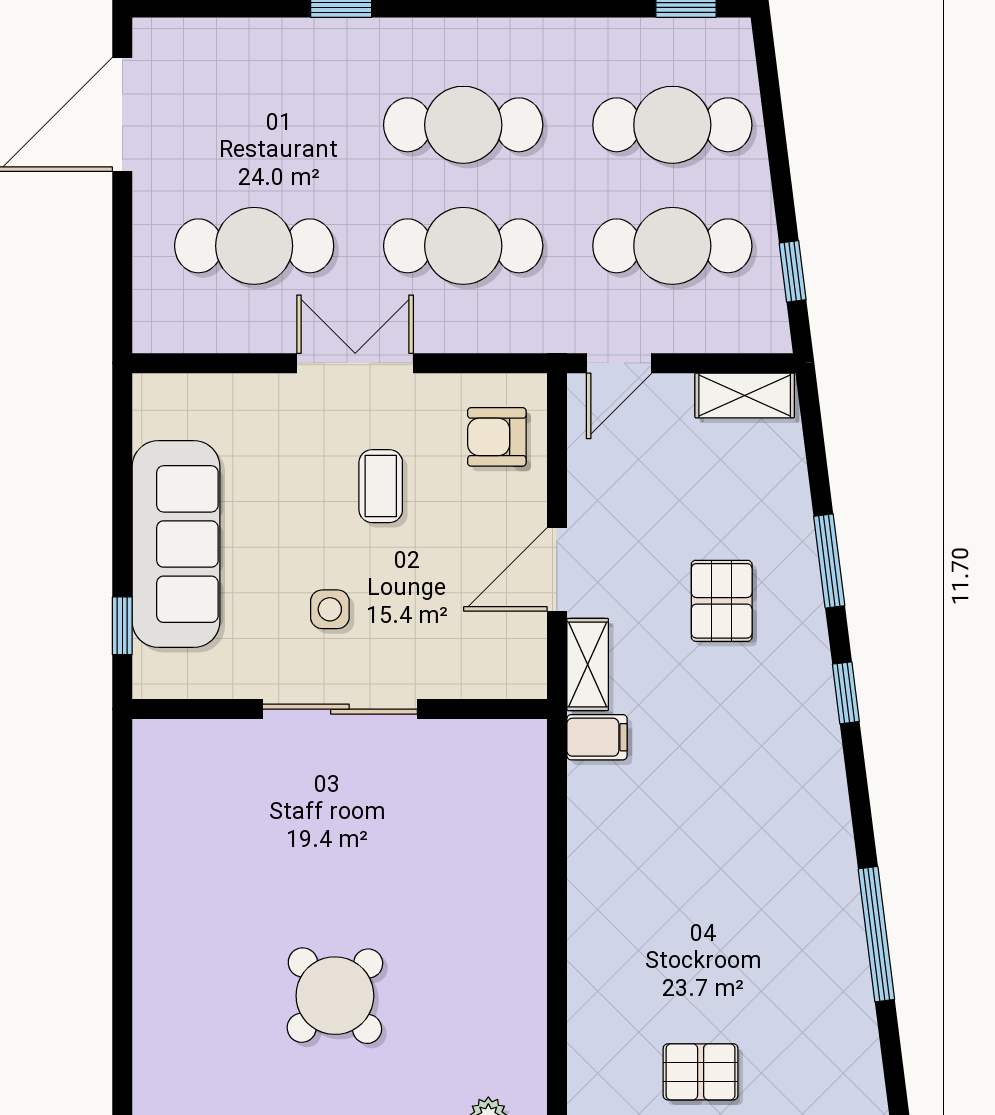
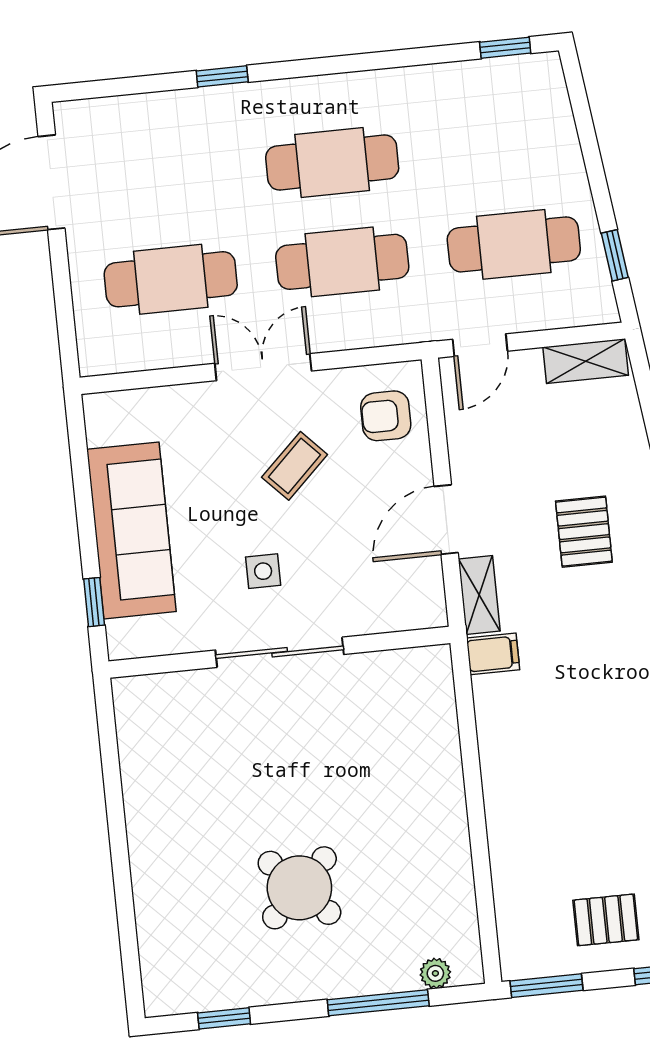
cafe table: (672, 125) -> (504, 145), removed
coffee table: (381, 486) -> (295, 466), turned 46

